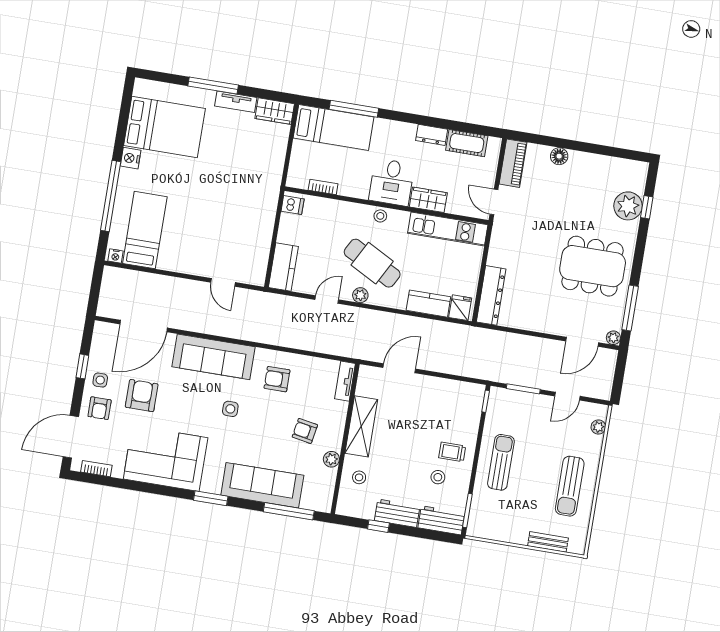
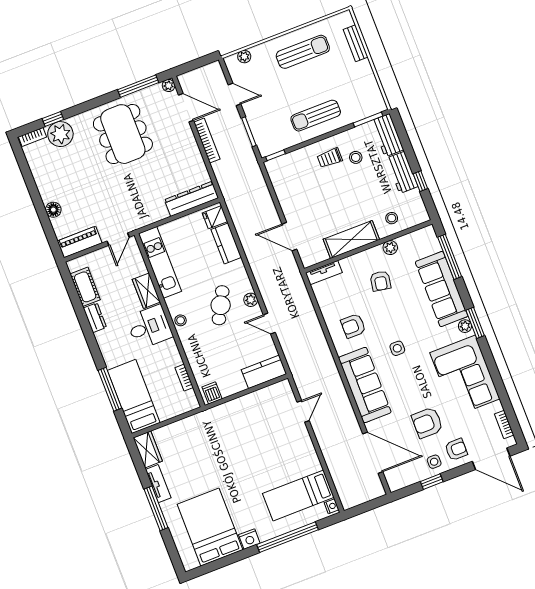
bookcase: (641, 177) -> (33, 137), added
cafe table: (372, 263) -> (221, 305), width x0.73, depth x0.74
bookcase: (539, 343) -> (207, 141), added
armchair: (277, 379) -> (353, 326), turned 90
trolley: (452, 452) -> (330, 158), turned 90
plant: (213, 487) -> (465, 326), added

